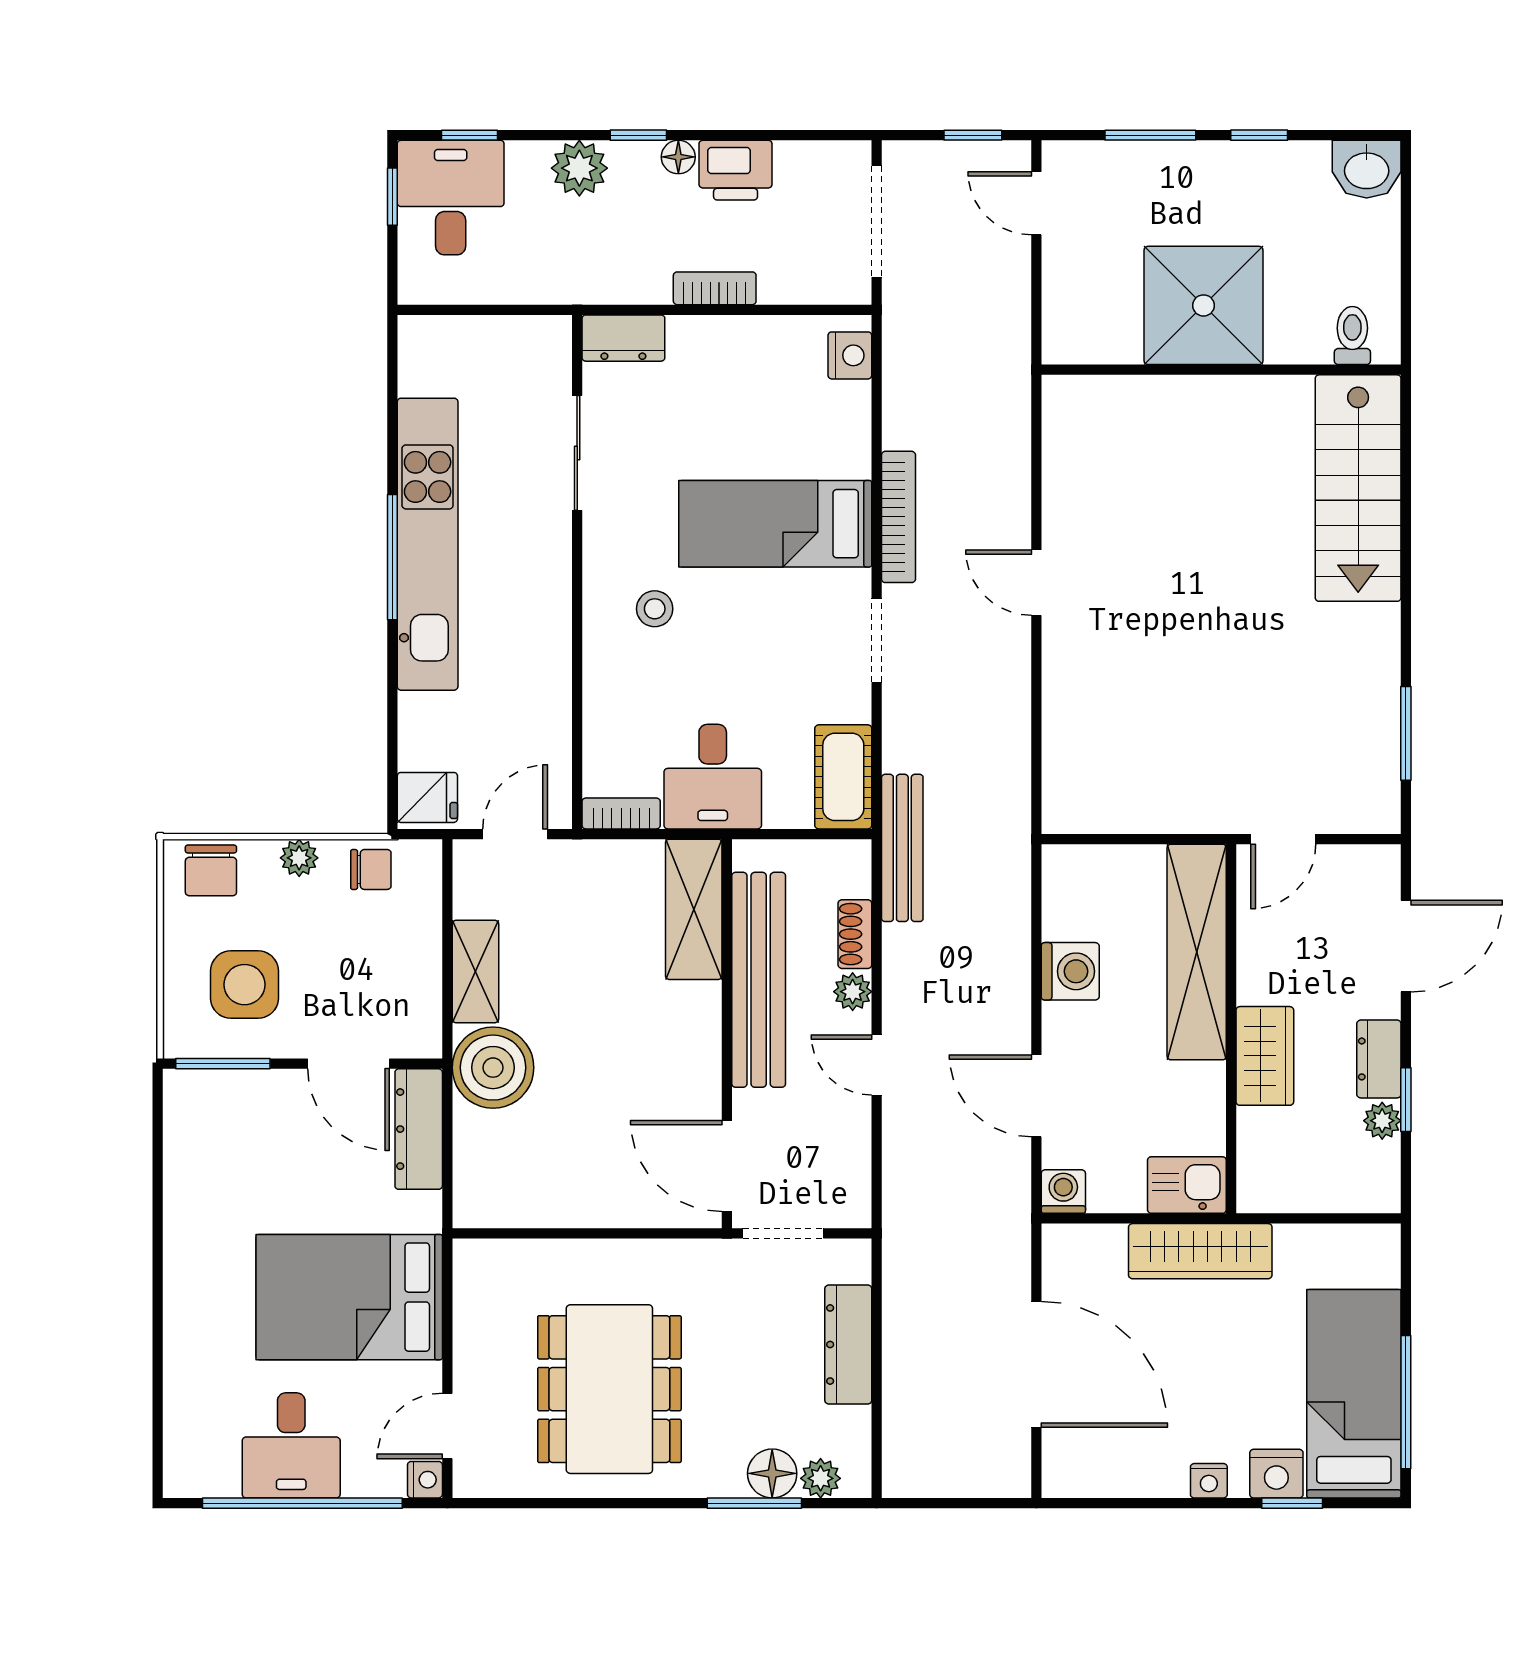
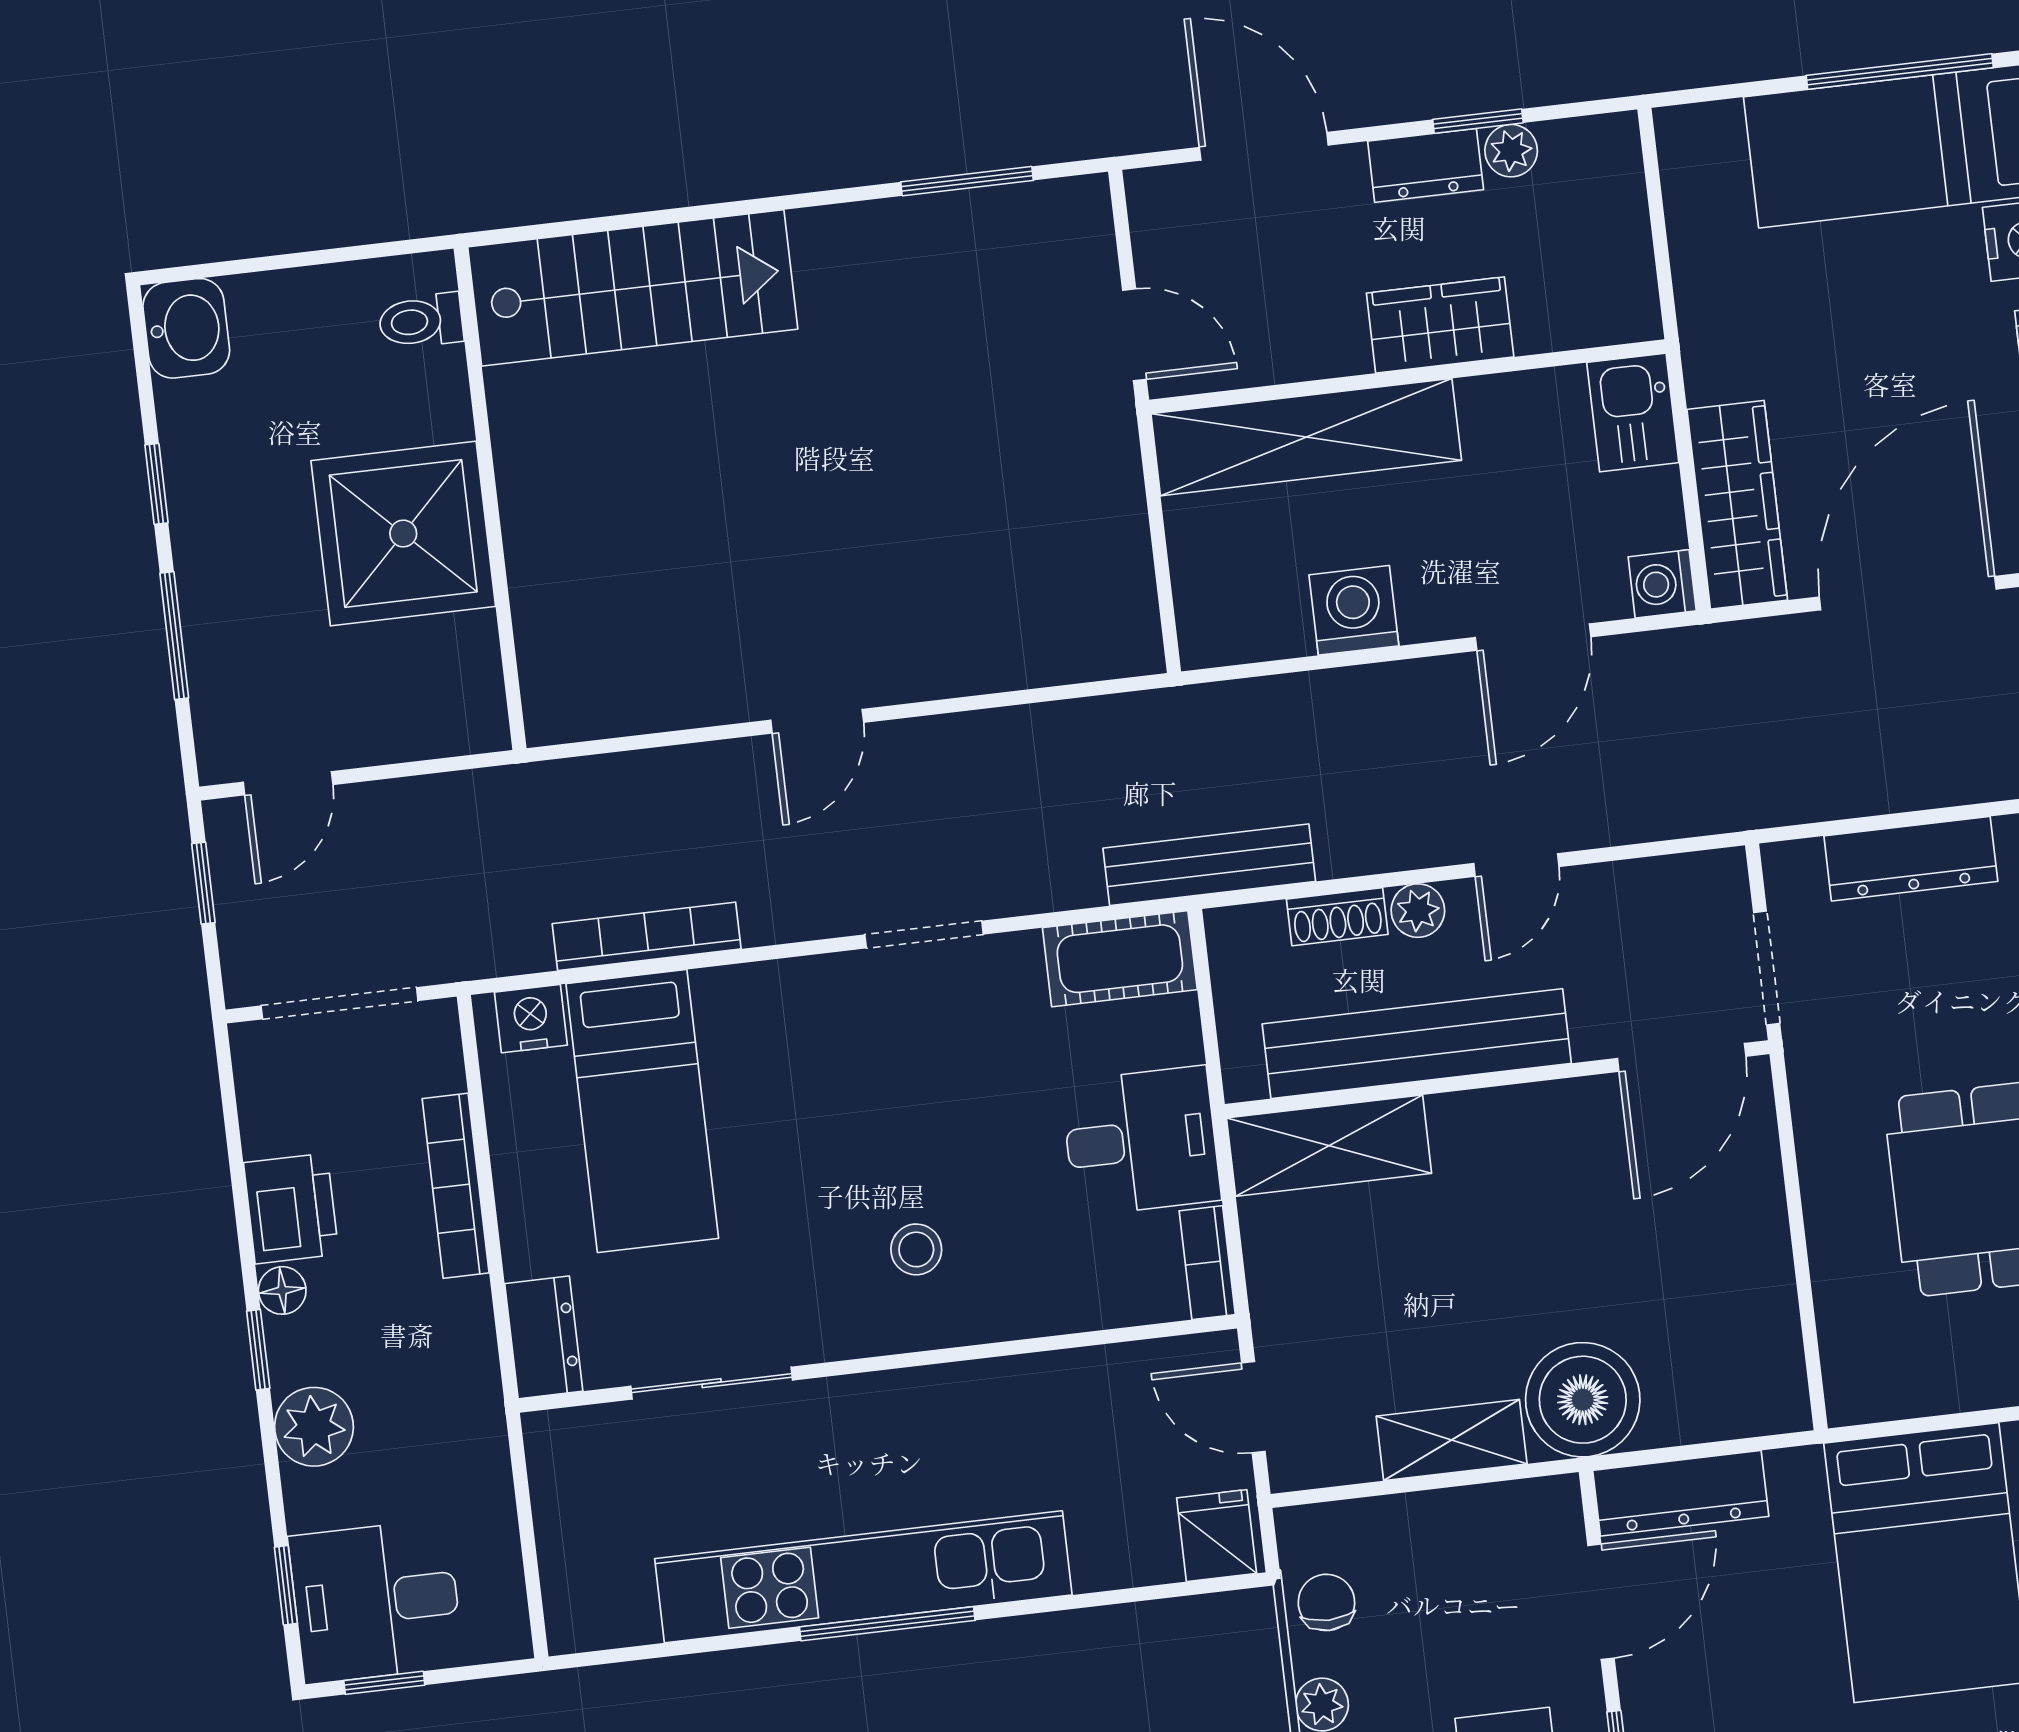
bookcase: (715, 288) -> (456, 1186), width x1.56
bookcase: (898, 517) -> (647, 936), moved
bed: (775, 524) -> (642, 1111), moved
wardrobe: (1200, 1251) -> (1737, 505), moved

